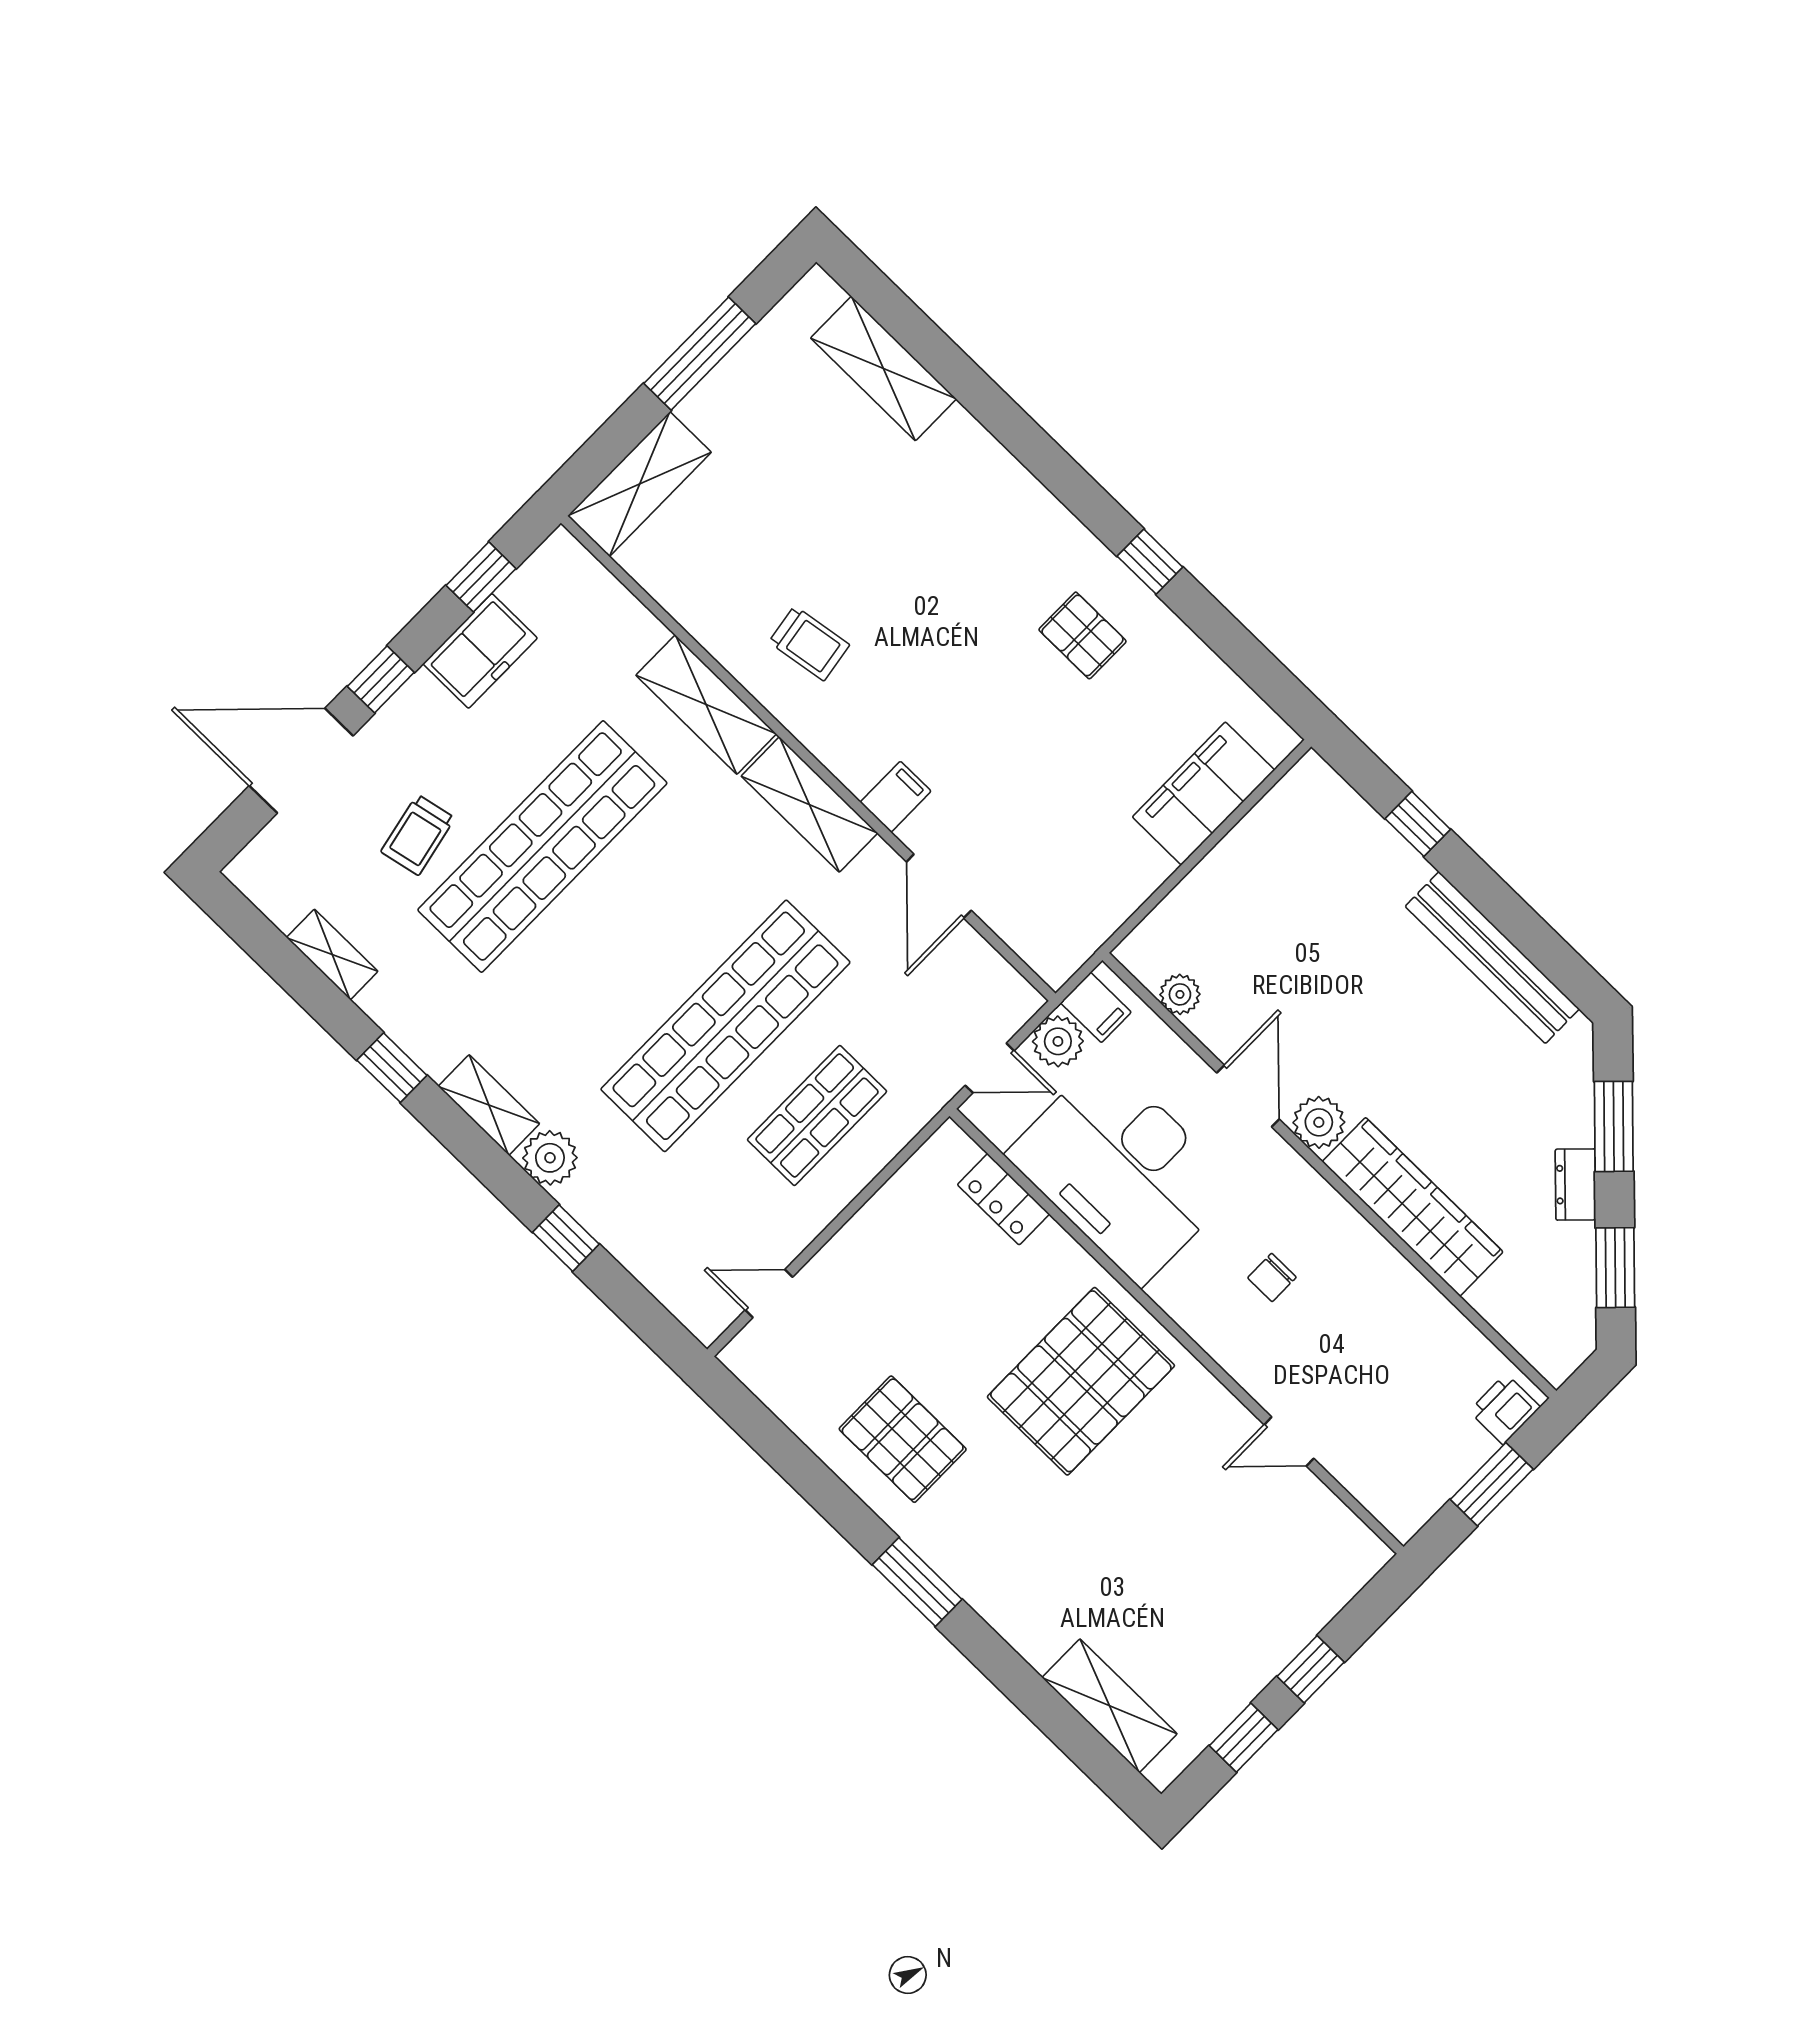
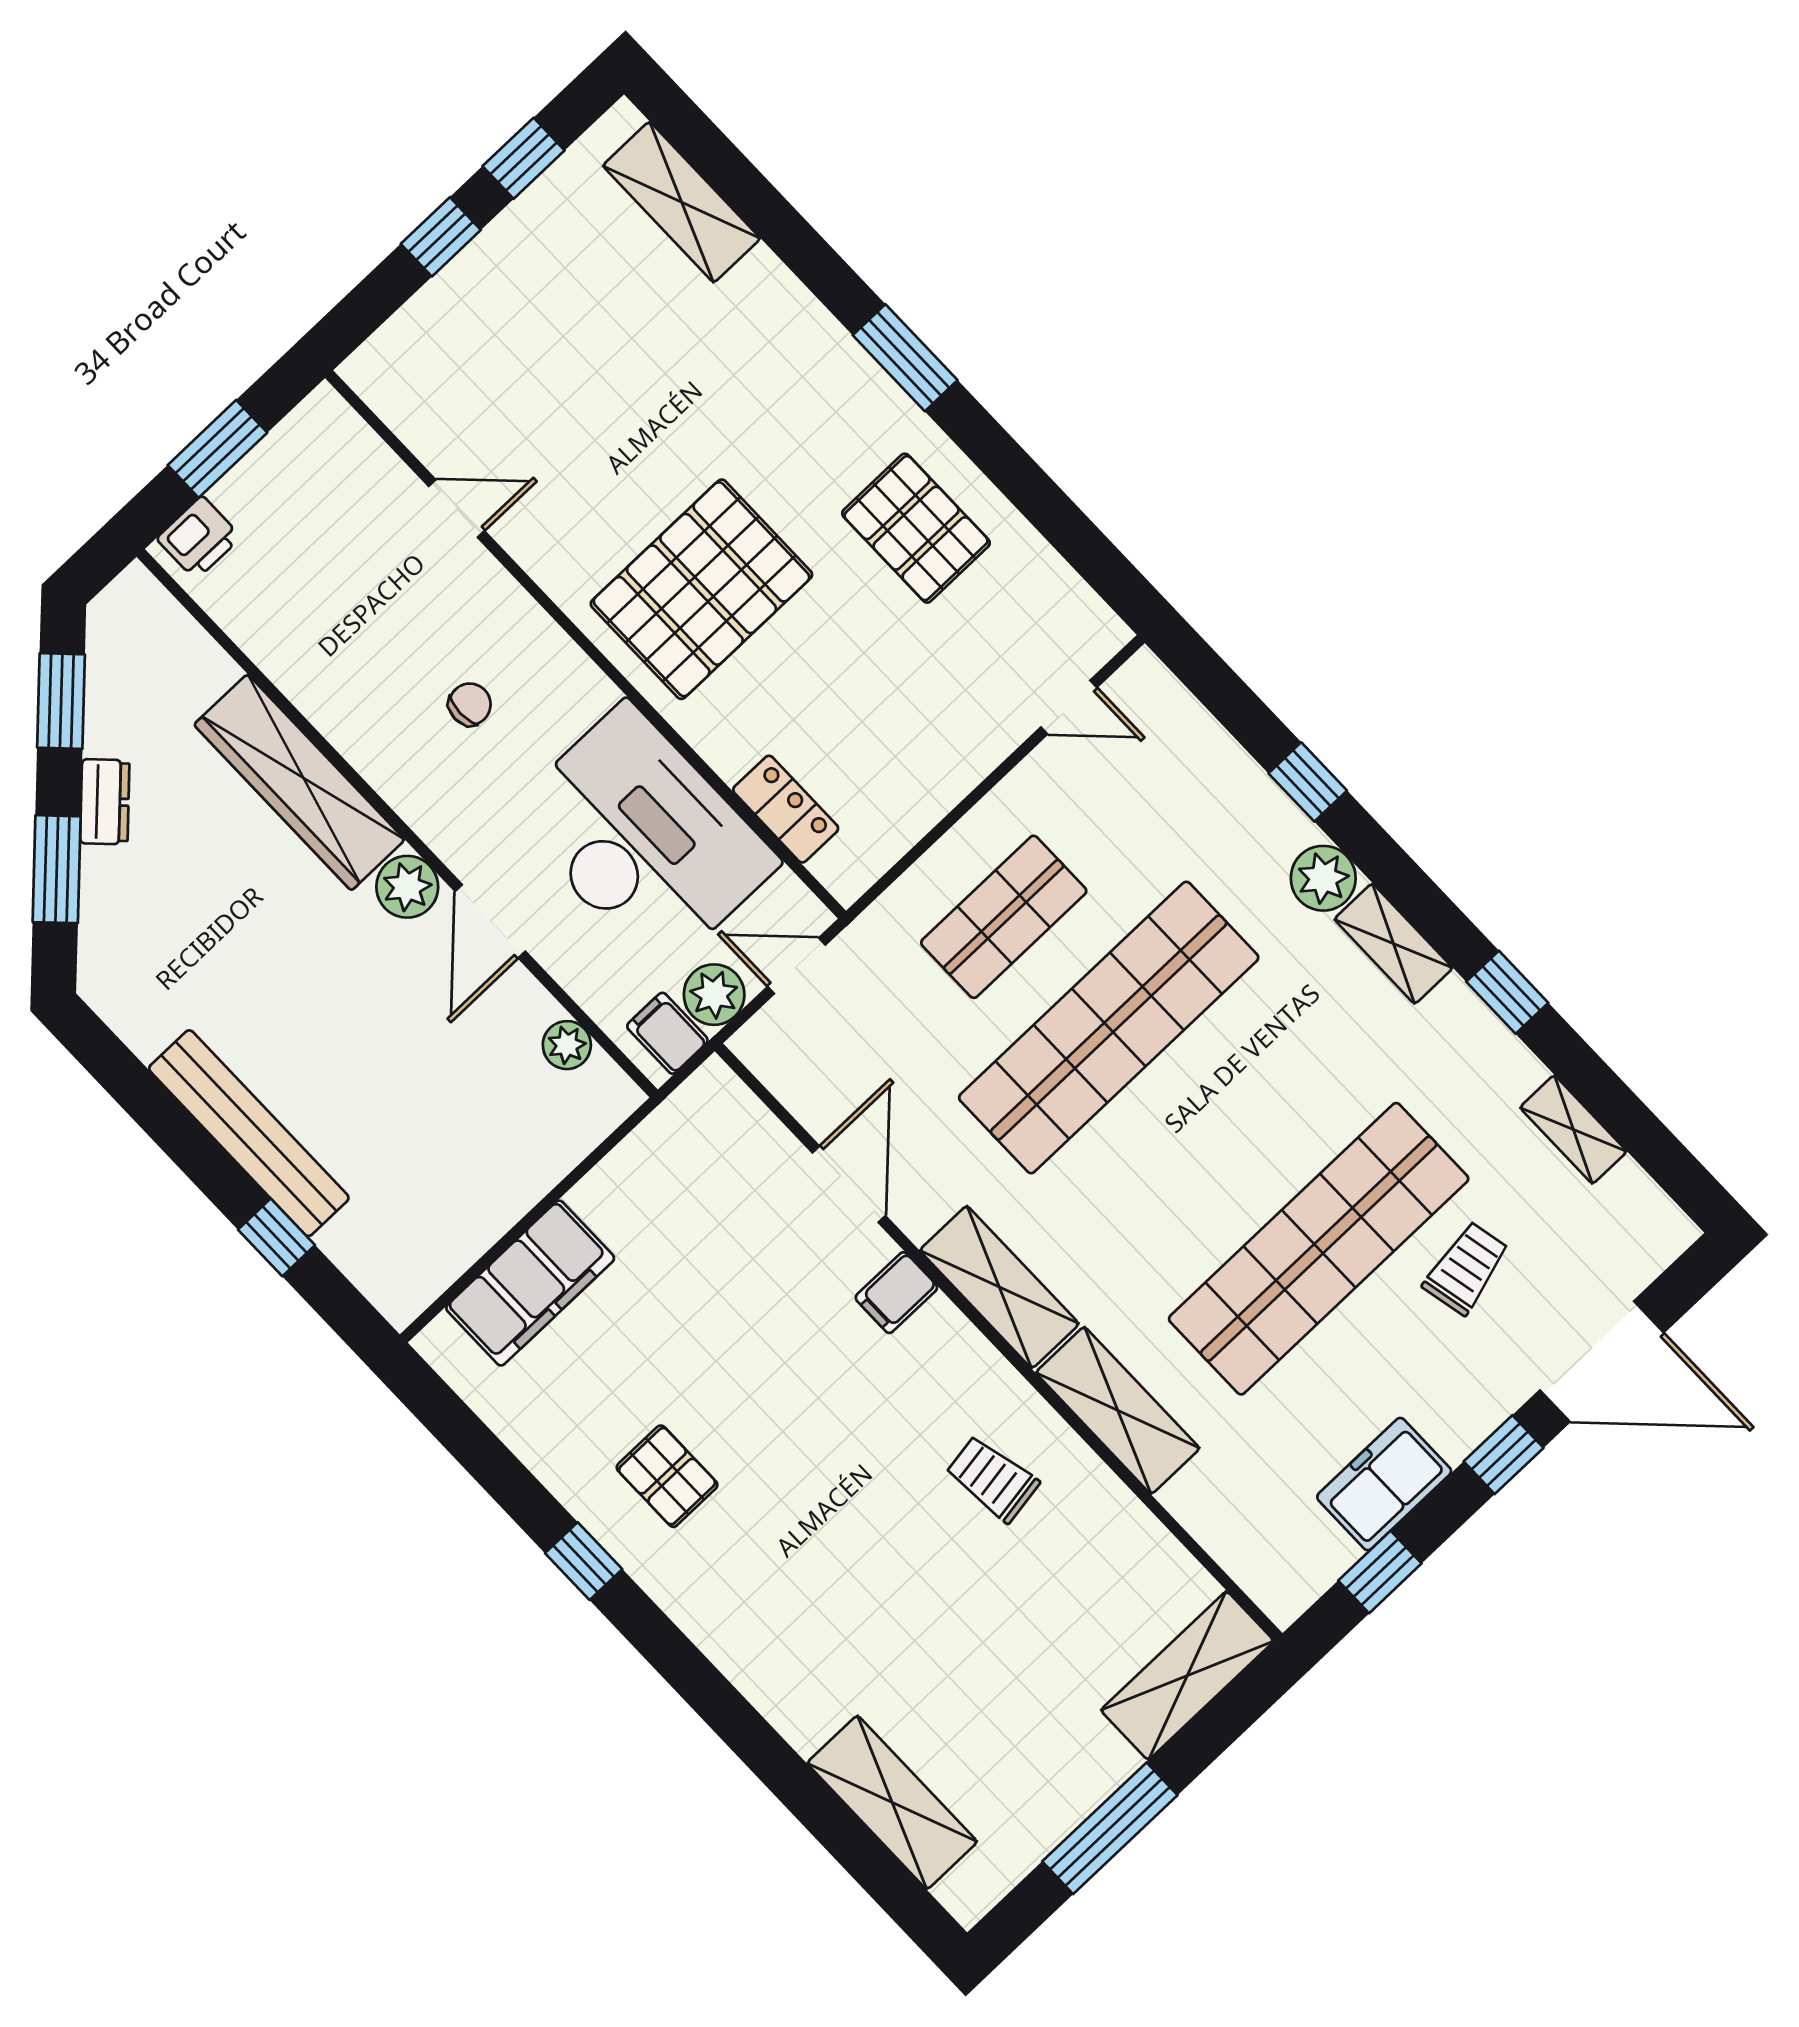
bench: (1492, 958) -> (249, 1133), moved

